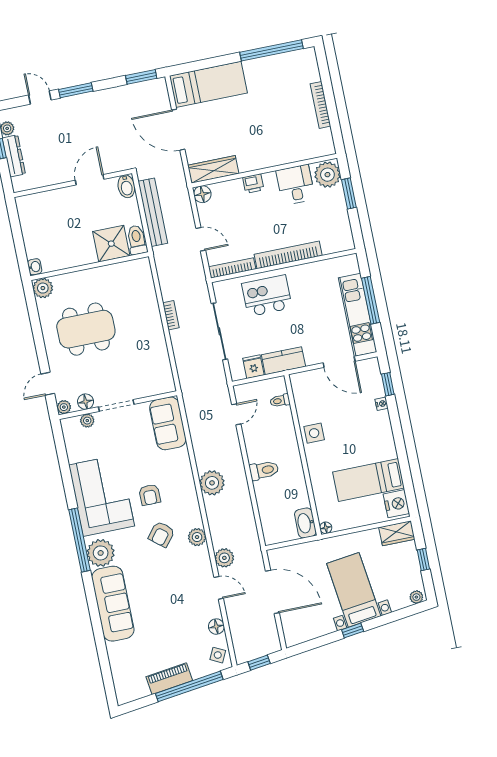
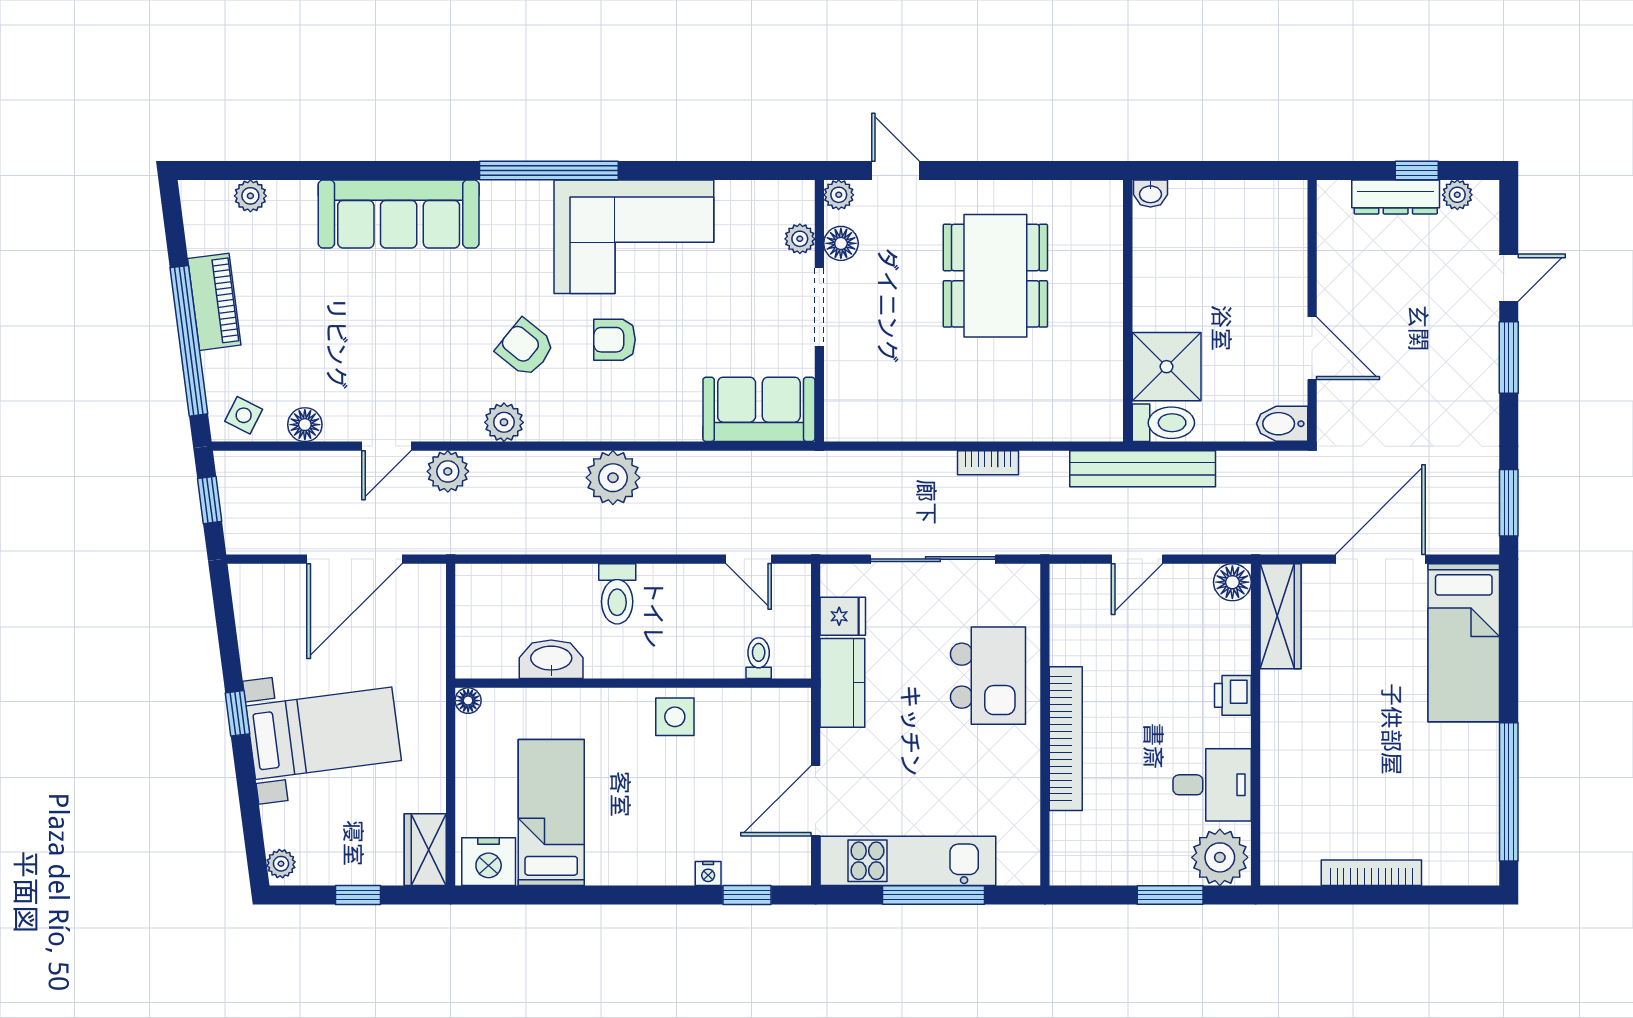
bench: (153, 212) -> (1143, 469), moved
bookcase: (232, 268) -> (1062, 614), removed
plant: (43, 288) -> (1101, 202), removed
washbasin: (305, 523) -> (551, 659), moved
plant: (101, 553) -> (250, 196), moved, width x0.53, depth x0.53

